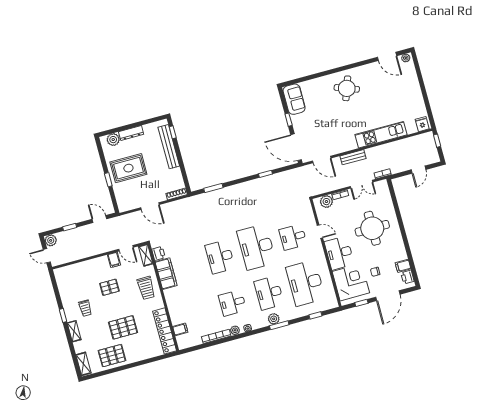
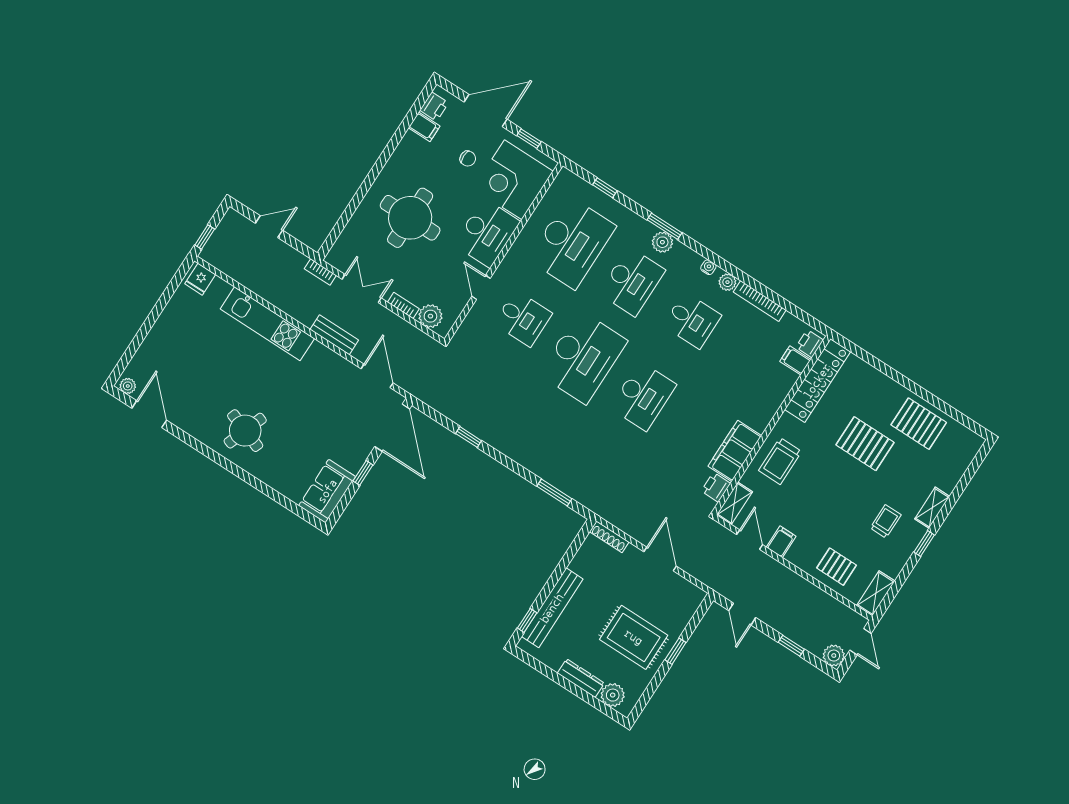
pallet: (109, 287) -> (836, 567), moved
trolley: (146, 288) -> (780, 461), turned 180
printer: (182, 341) -> (810, 344), added
shelving: (83, 364) -> (876, 593), moved

